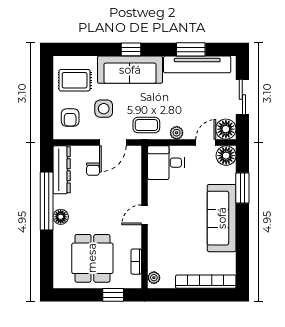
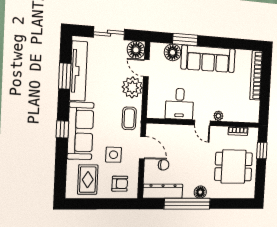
plant: (177, 133) -> (132, 87), width x1.87, depth x1.87
floor lamp: (226, 156) -> (173, 52), moved
desk: (166, 163) -> (180, 104), moved
plant: (154, 278) -> (218, 116), moved

